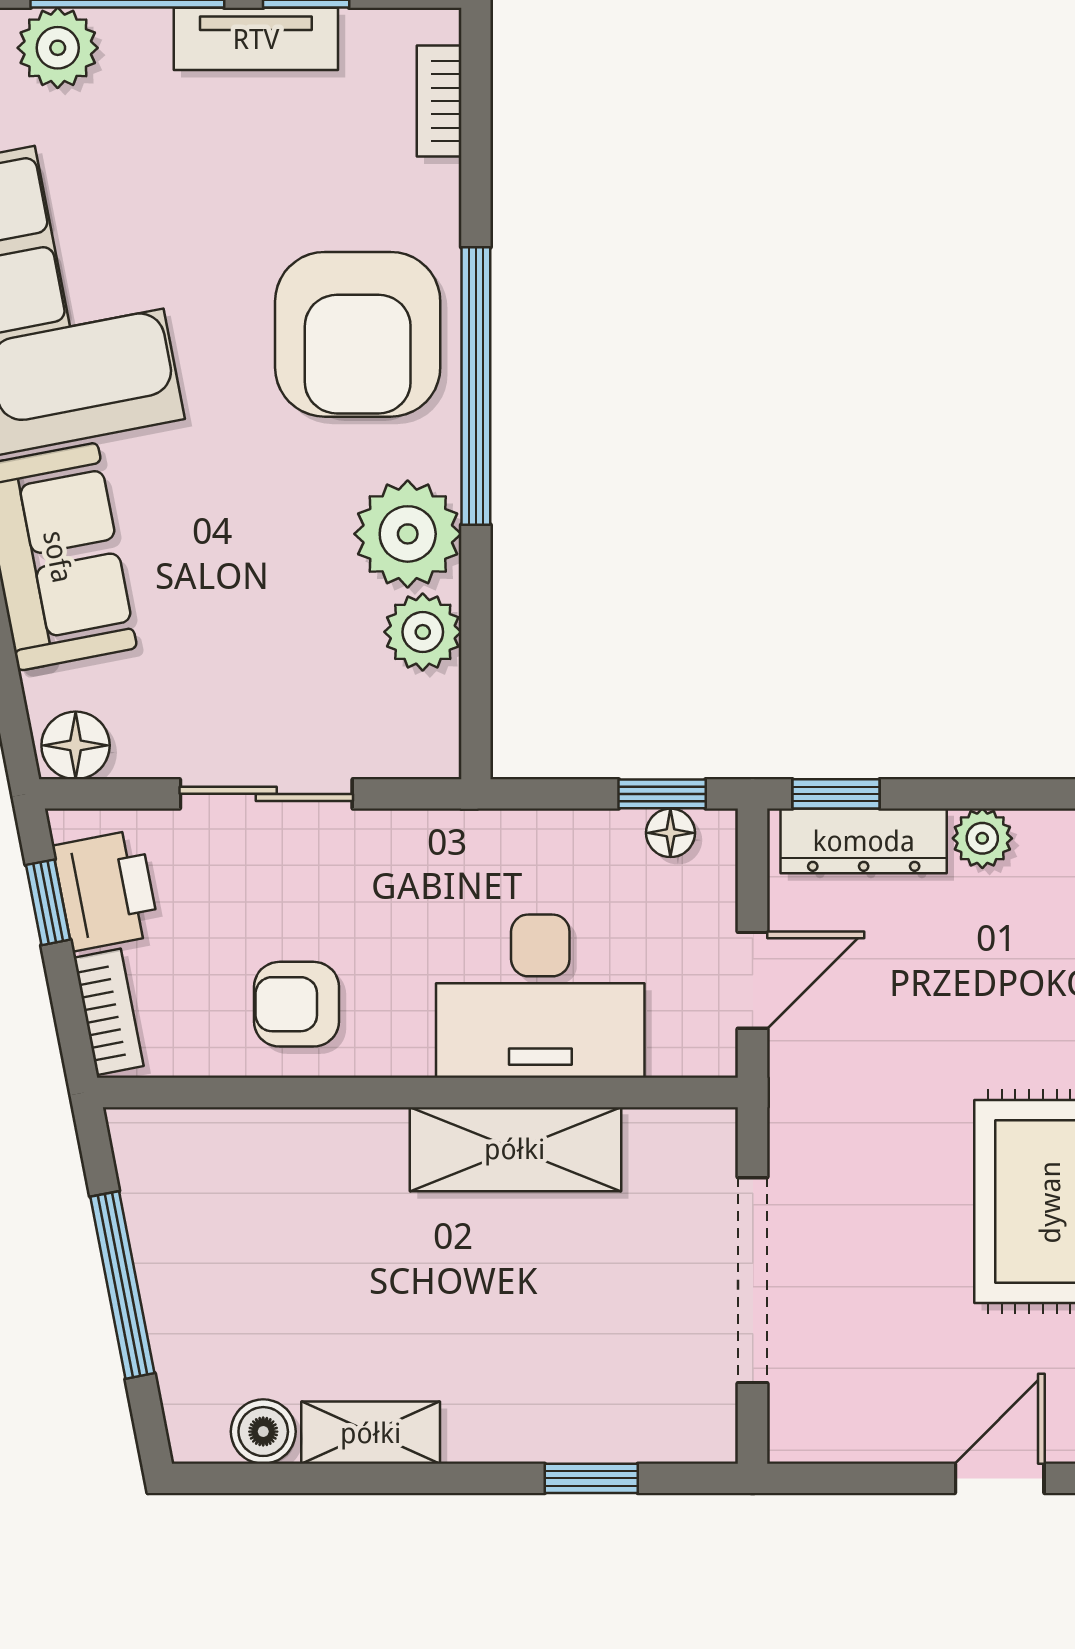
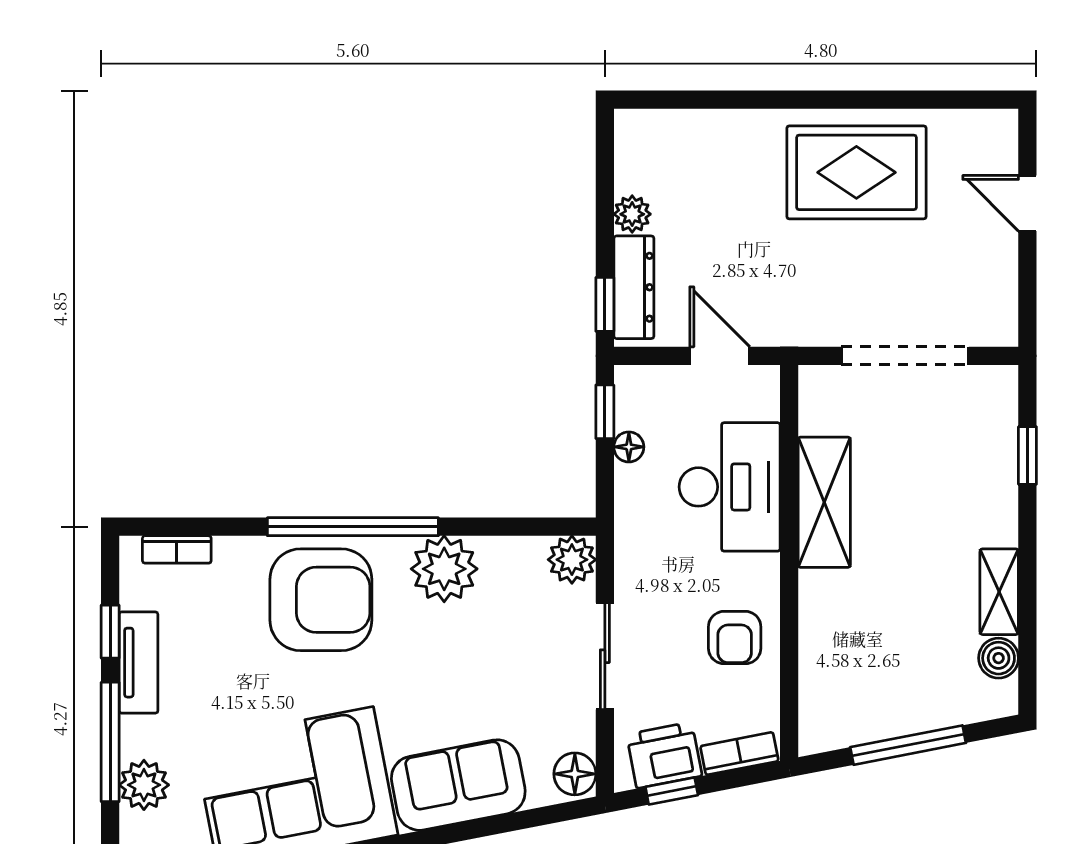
plant: (423, 632) -> (572, 560), moved
floor lamp: (670, 833) -> (629, 447), moved

